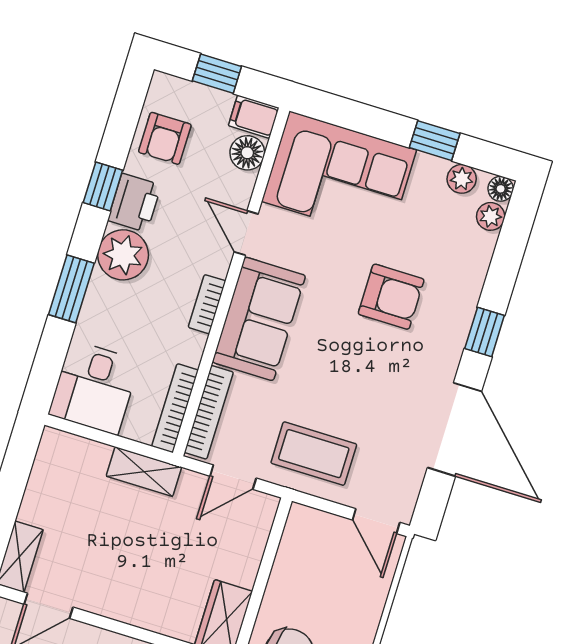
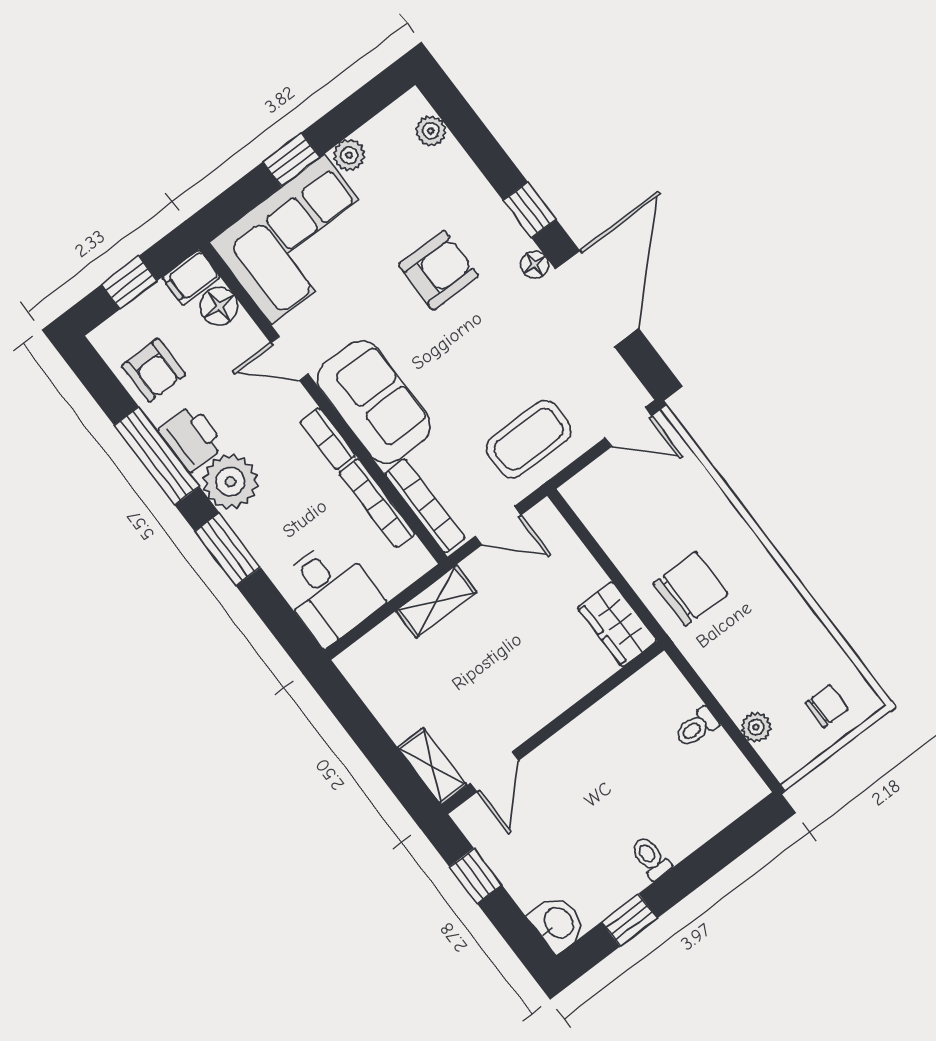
window: (435, 141) -> (291, 160), moved
plant: (462, 179) -> (349, 155), moved
window: (103, 186) -> (157, 456), width x2.17
floor lamp: (501, 189) -> (535, 265), moved
bookcase: (175, 408) -> (377, 503), moved
door: (455, 429) -> (597, 299), hinge flipped
door: (233, 477) -> (498, 526), hinge flipped

